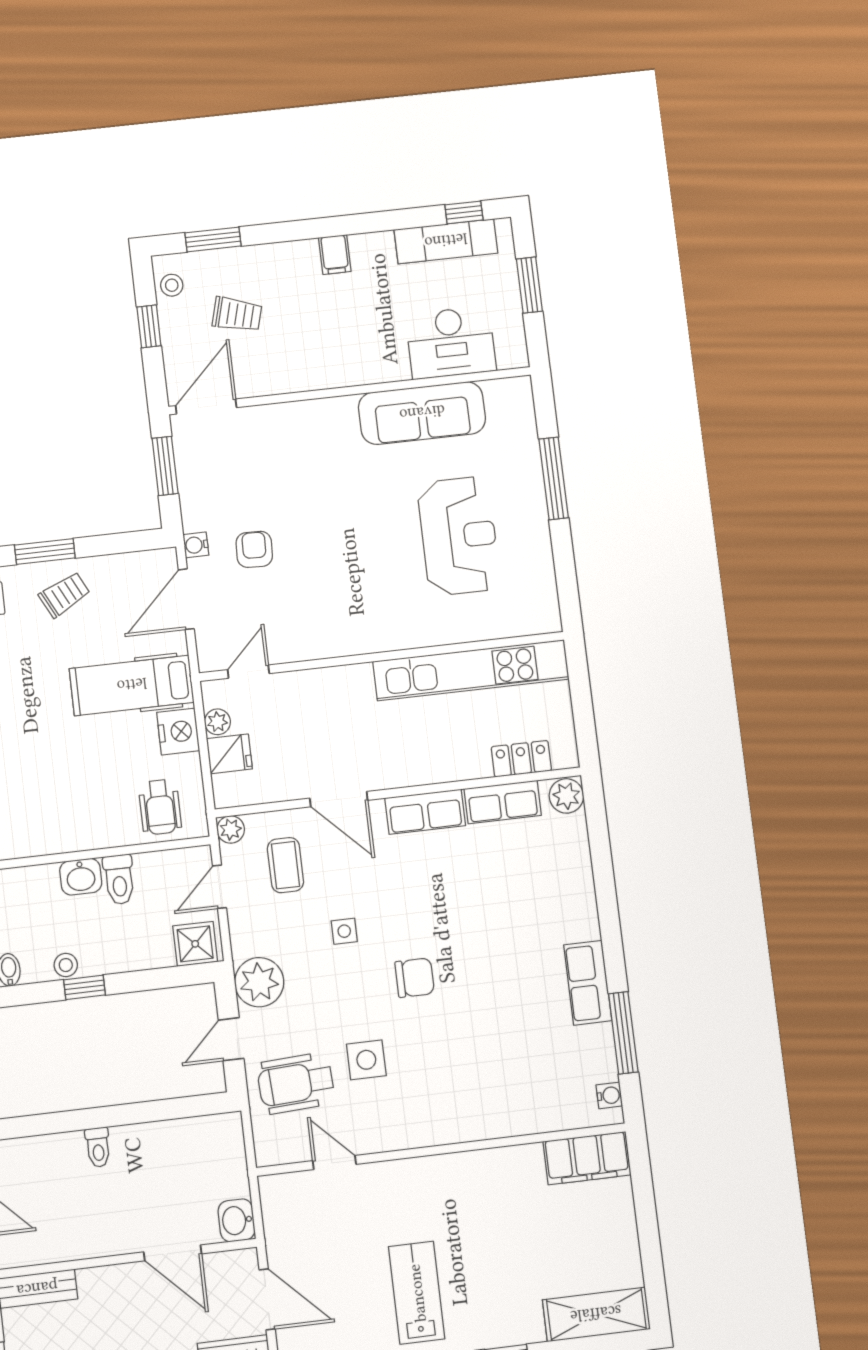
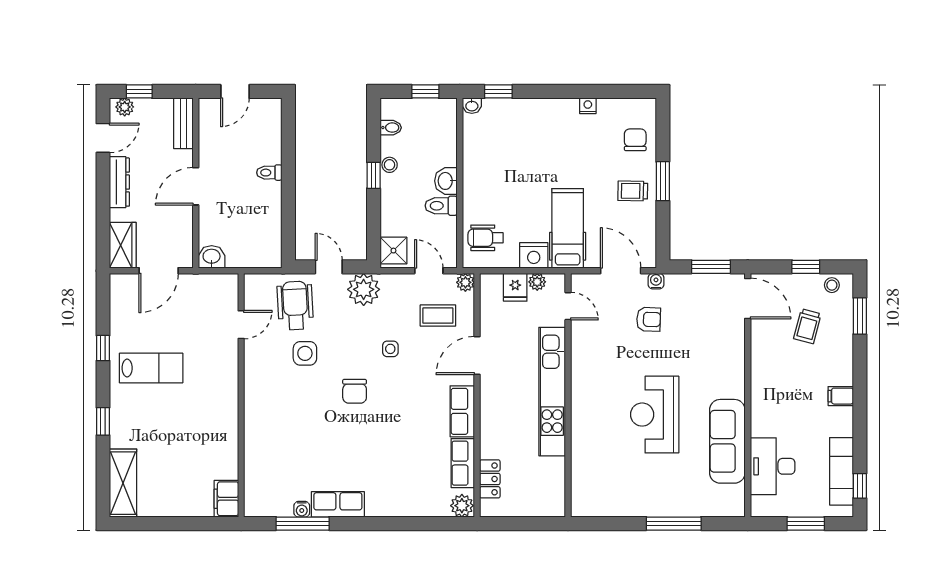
reception desk: (459, 536) -> (655, 415), moved, turned 90
trolley: (64, 595) -> (633, 191), turned 118
kitchen unit: (471, 670) -> (552, 392), moved
water cooler: (609, 1095) -> (302, 509), moved
filing cabinet: (587, 1158) -> (226, 499), width x0.67, depth x0.86
door: (173, 1253) -> (196, 186), moved

